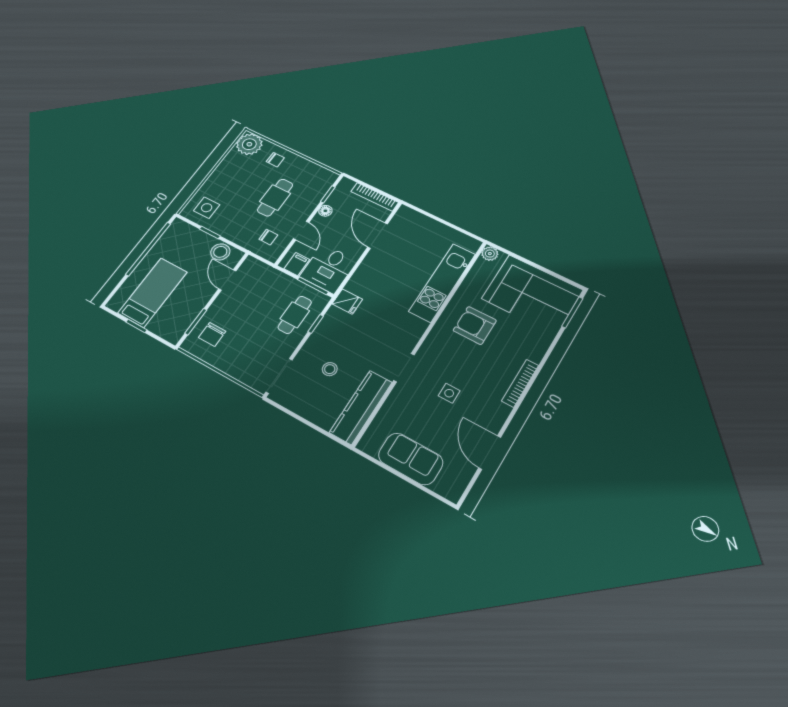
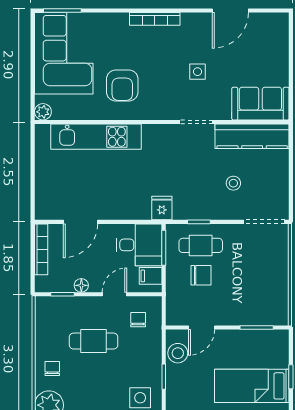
chair: (212, 334) -> (201, 275), moved
sofa: (411, 459) -> (260, 104), moved, turned 90

